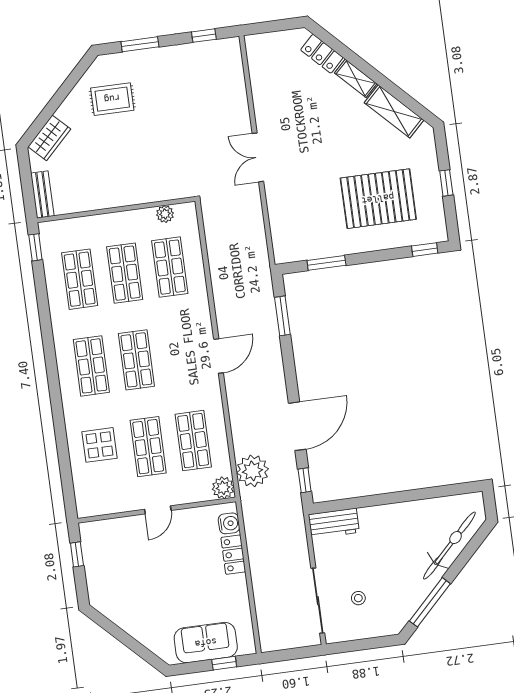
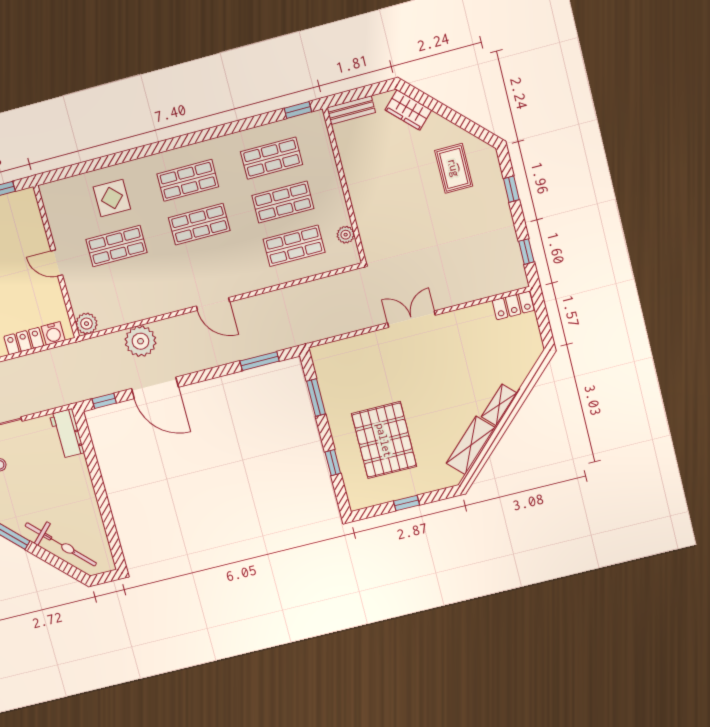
window: (140, 44) -> (511, 189), width x0.67
locker: (322, 54) -> (513, 305), moved, turned -136
window: (425, 250) -> (333, 463), moved
shop shelf: (193, 441) -> (128, 289), removed
plant: (253, 471) -> (140, 341), moved

